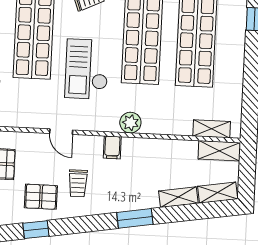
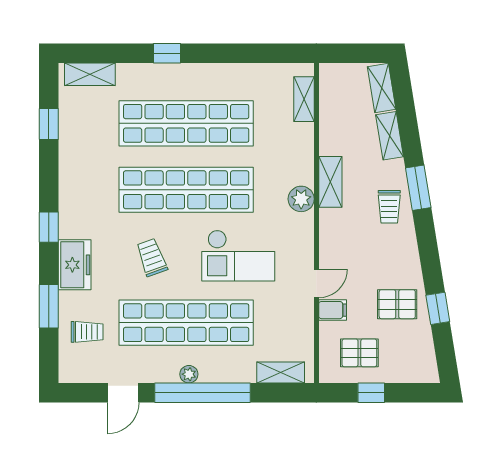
filing cabinet: (112, 147) -> (333, 310), moved
shelving: (219, 151) -> (330, 182), moved
trolley: (78, 183) -> (389, 207), moved, turned 90
pallet: (41, 197) -> (397, 304), turned 90

